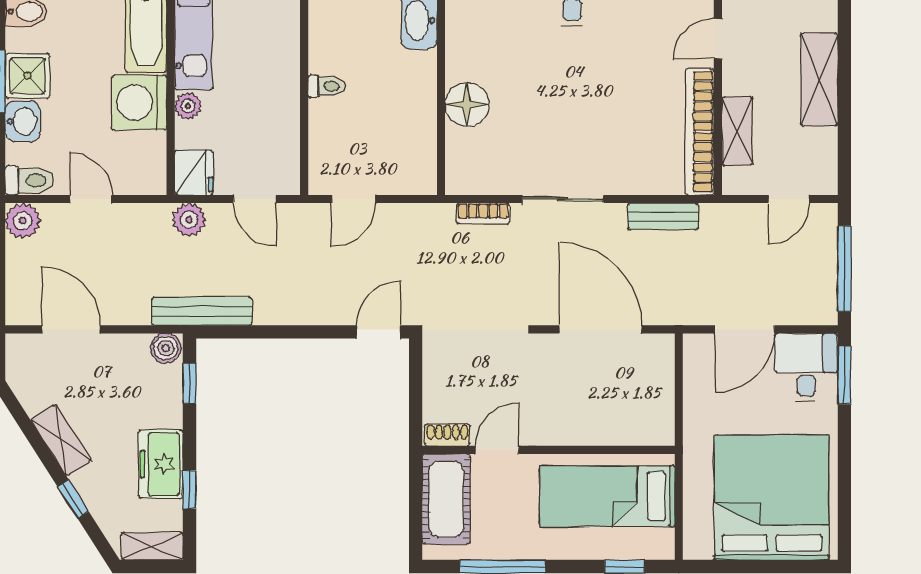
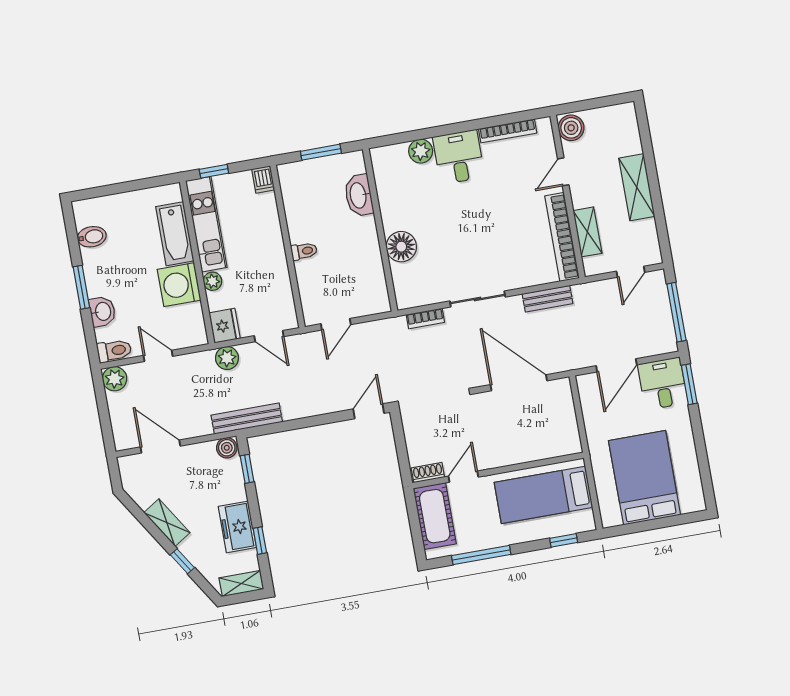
shower: (27, 76) -> (100, 280), removed
bed: (772, 498) -> (645, 478), width x0.73

